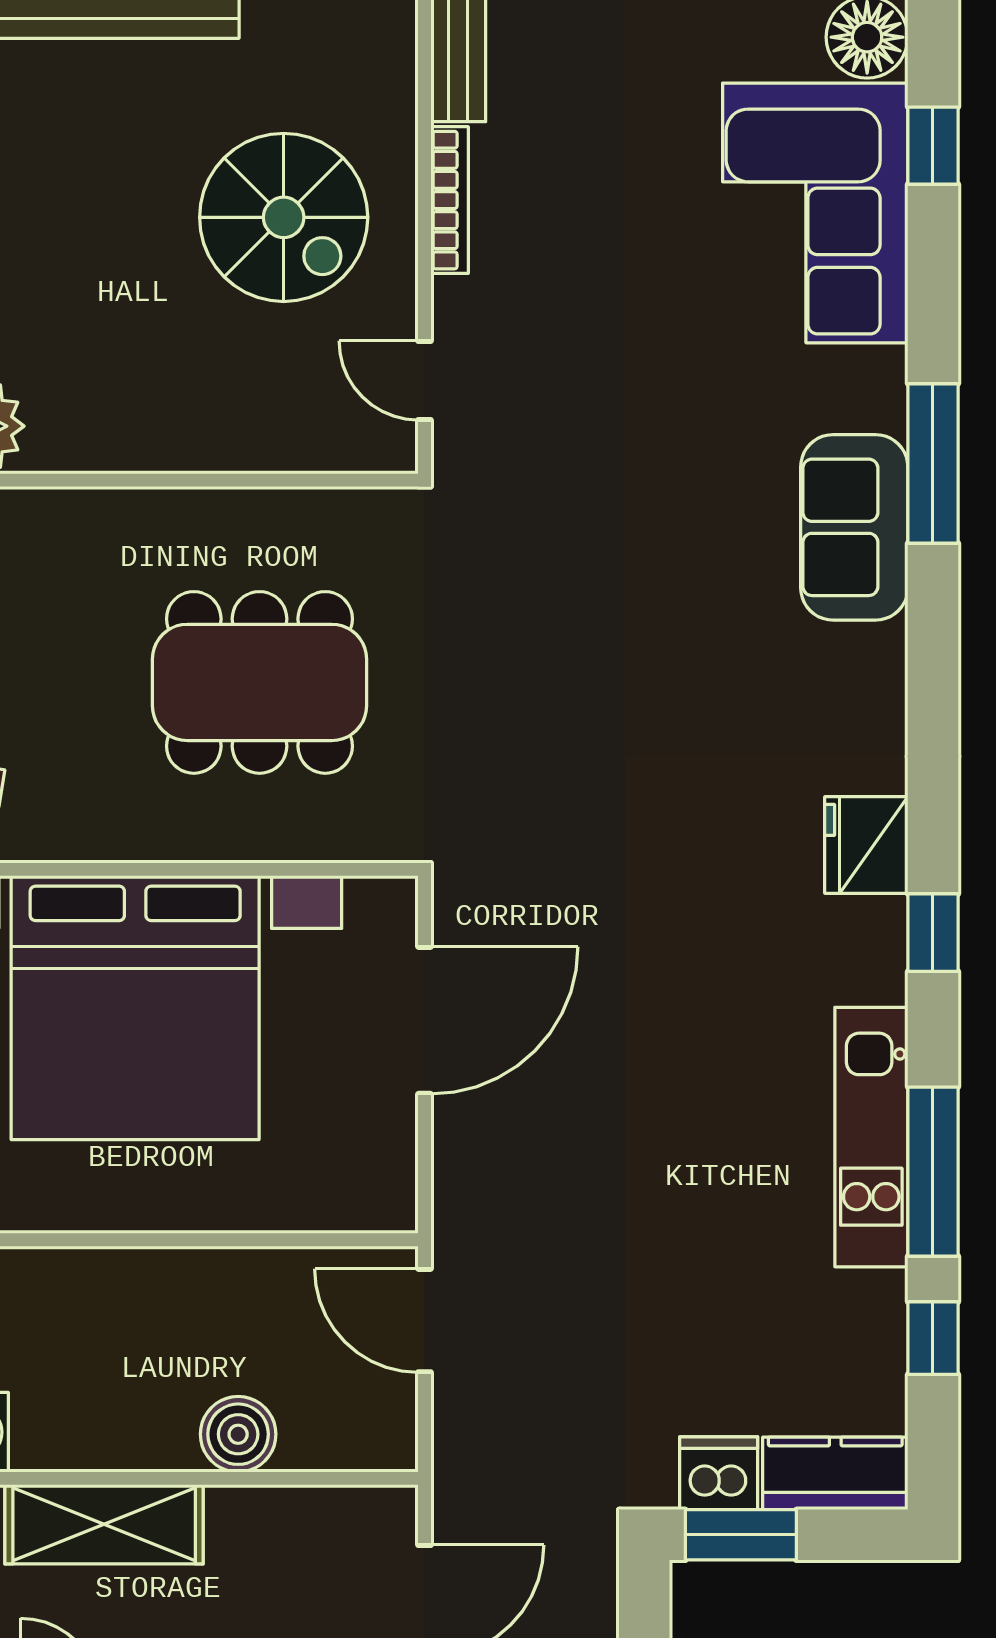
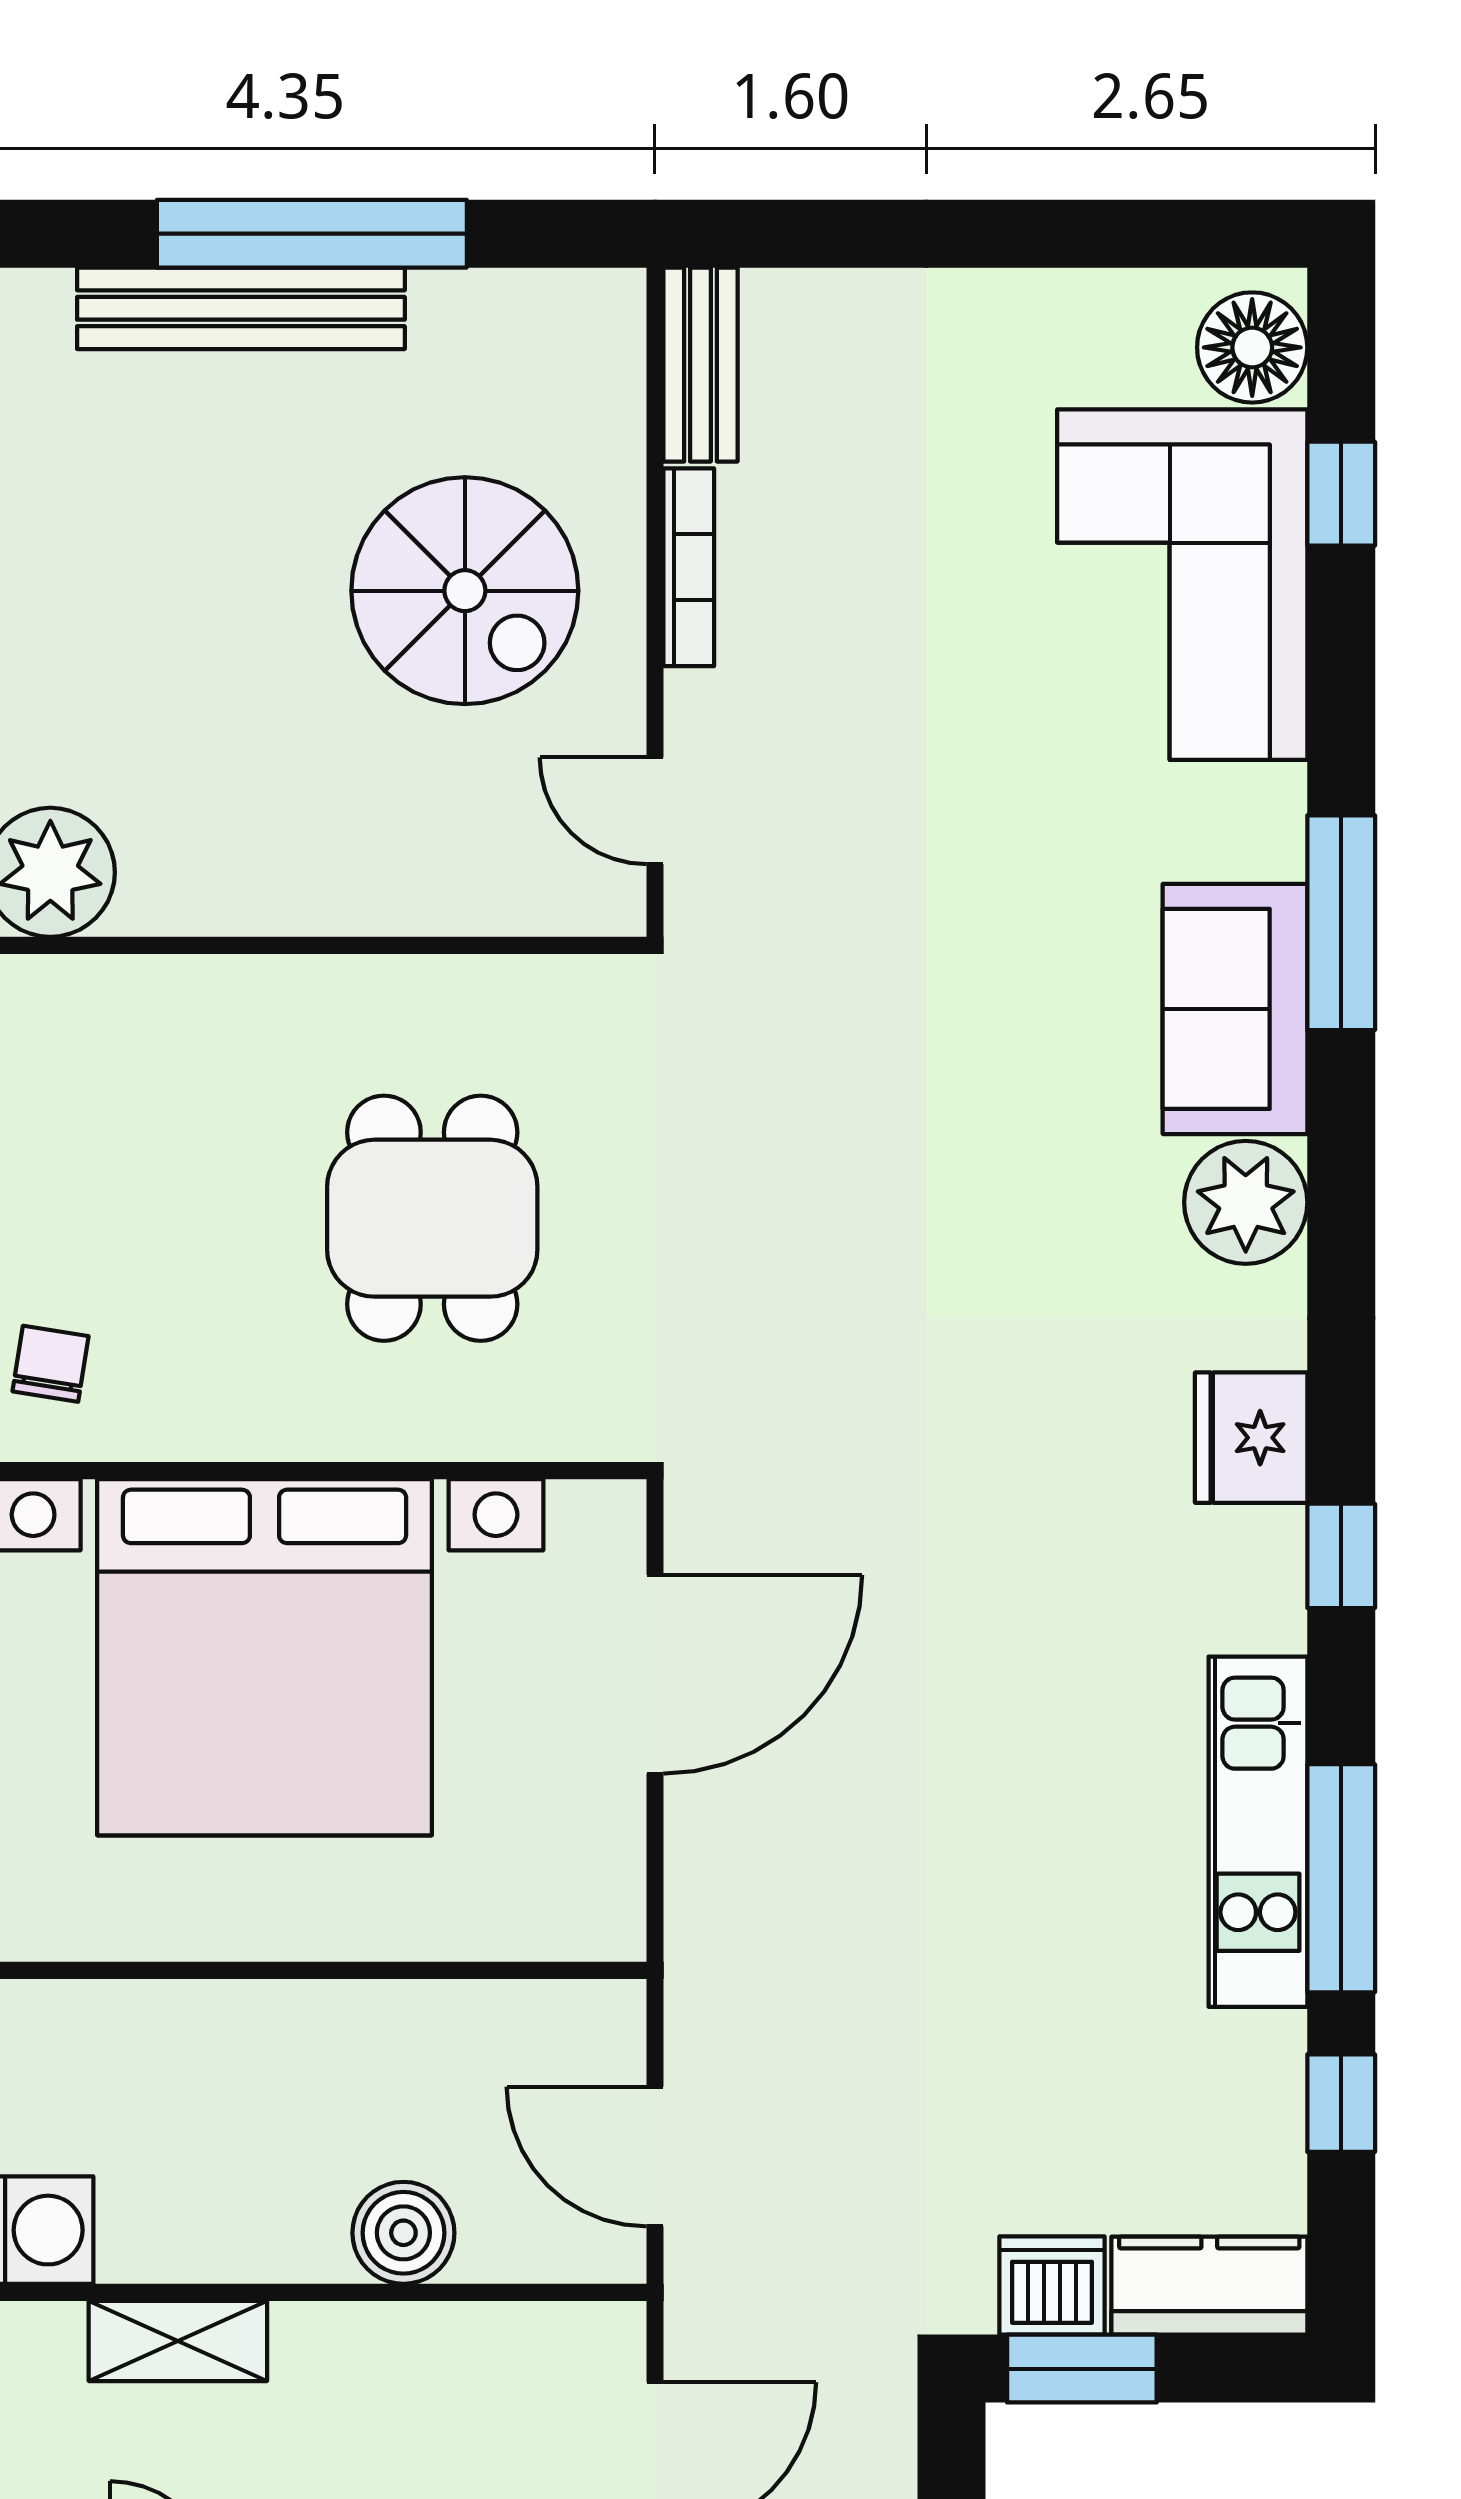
plant: (862, 671) -> (1246, 1202), added
dining table: (259, 682) -> (432, 1218), width x0.73
door: (425, 1321) -> (655, 2157), moved
shelving: (104, 1524) -> (178, 2341), width x0.67, depth x0.75

